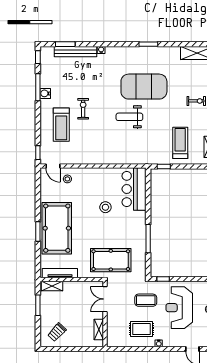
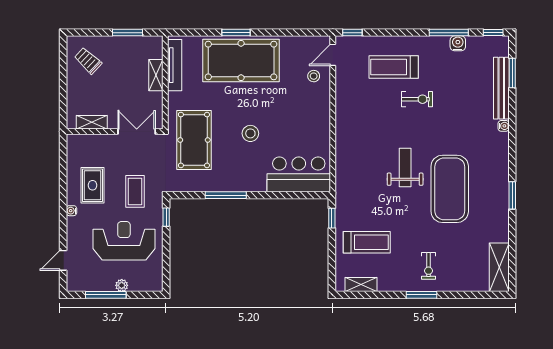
water cooler: (45, 93) -> (458, 43), moved
stool: (105, 207) -> (250, 133), moved
shelving: (52, 286) -> (156, 75), moved

